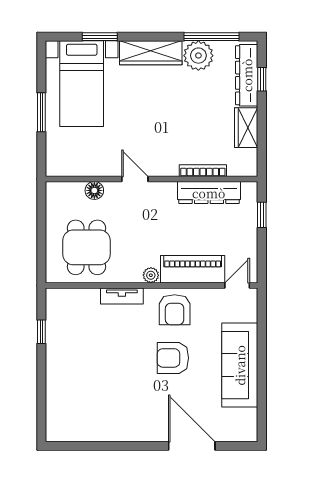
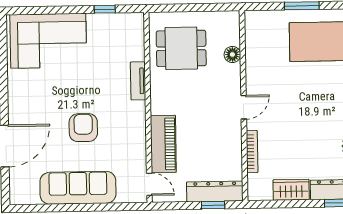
door: (135, 179) -> (244, 107), moved
dresser: (209, 193) -> (215, 191), moved, turned 90
plant: (151, 275) -> (157, 107), removed
armchair: (175, 310) -> (127, 128), removed
corner sofa: (76, 395) -> (48, 41), added

